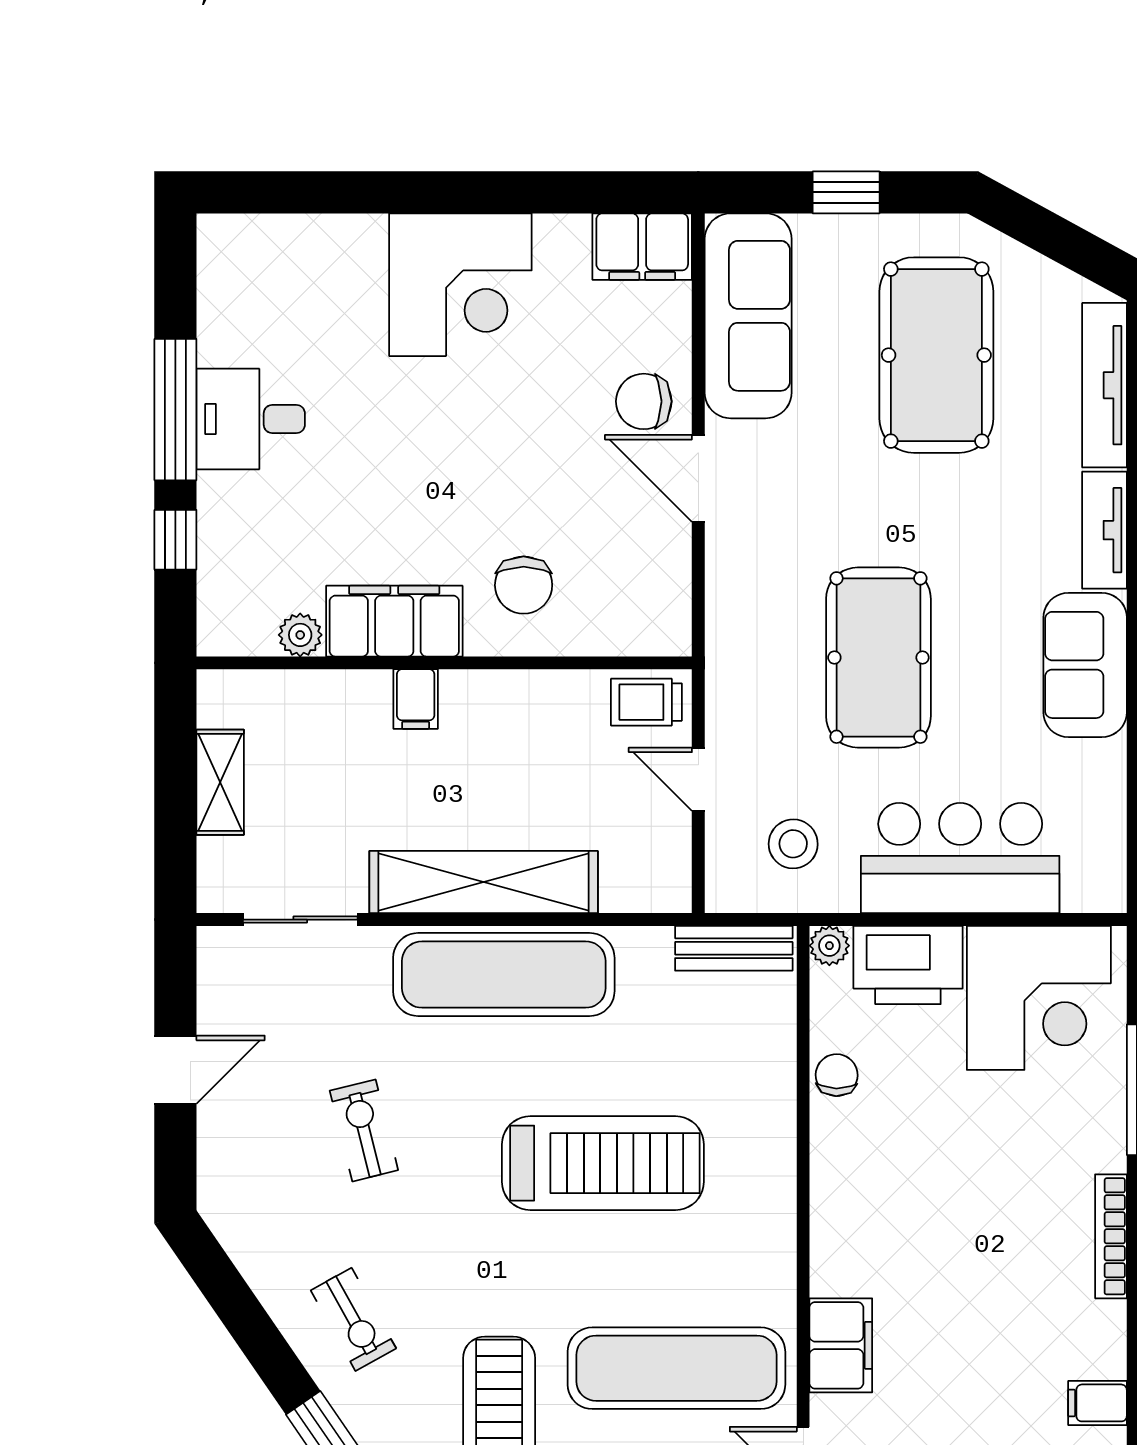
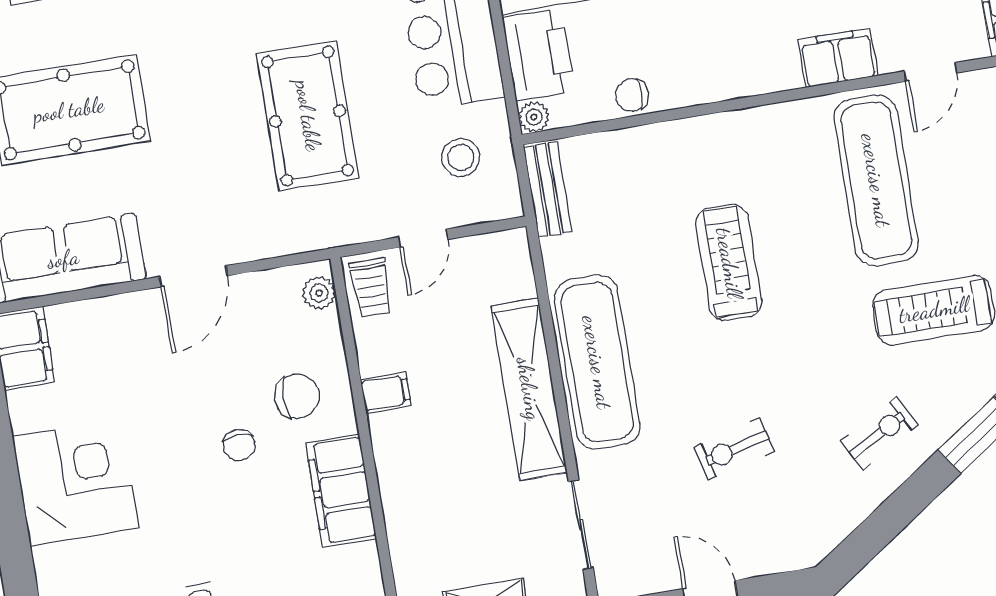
chair: (644, 401) -> (239, 445), moved, width x0.73, depth x0.73
plant: (300, 635) -> (319, 293), moved
pool table: (878, 658) -> (308, 116), turned 90
filing cabinet: (416, 699) -> (386, 393), moved
treadmill: (603, 1163) -> (729, 263), width x0.73, depth x0.73

